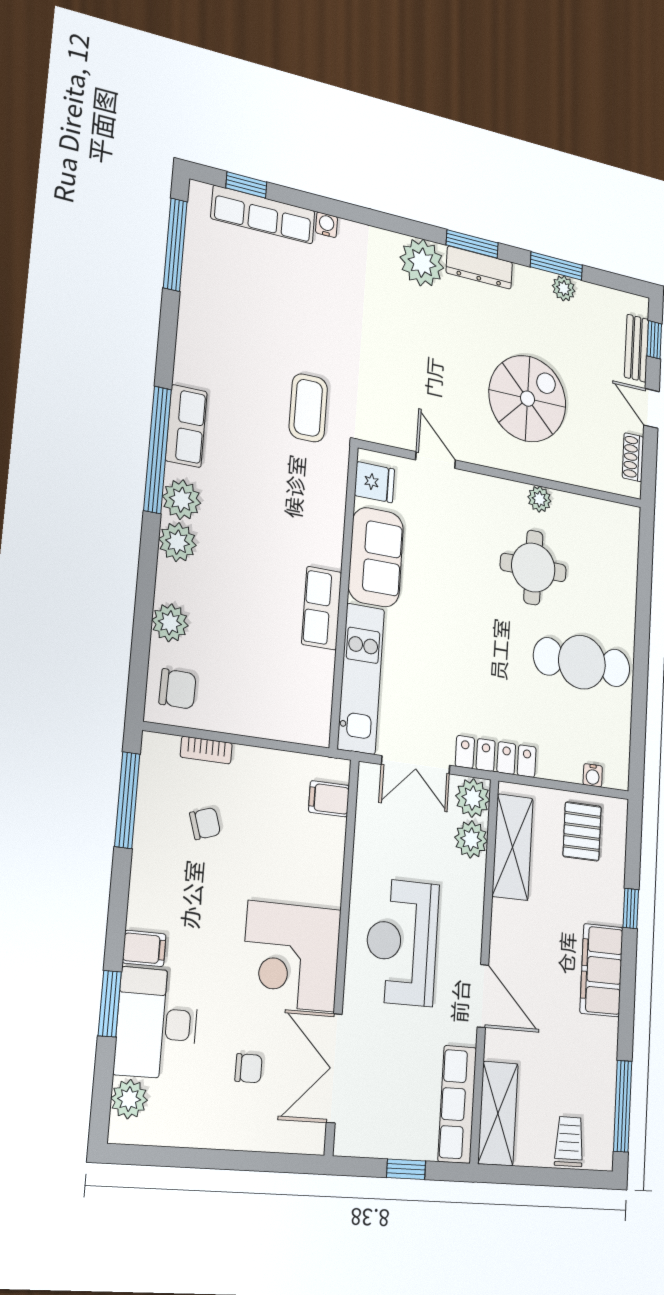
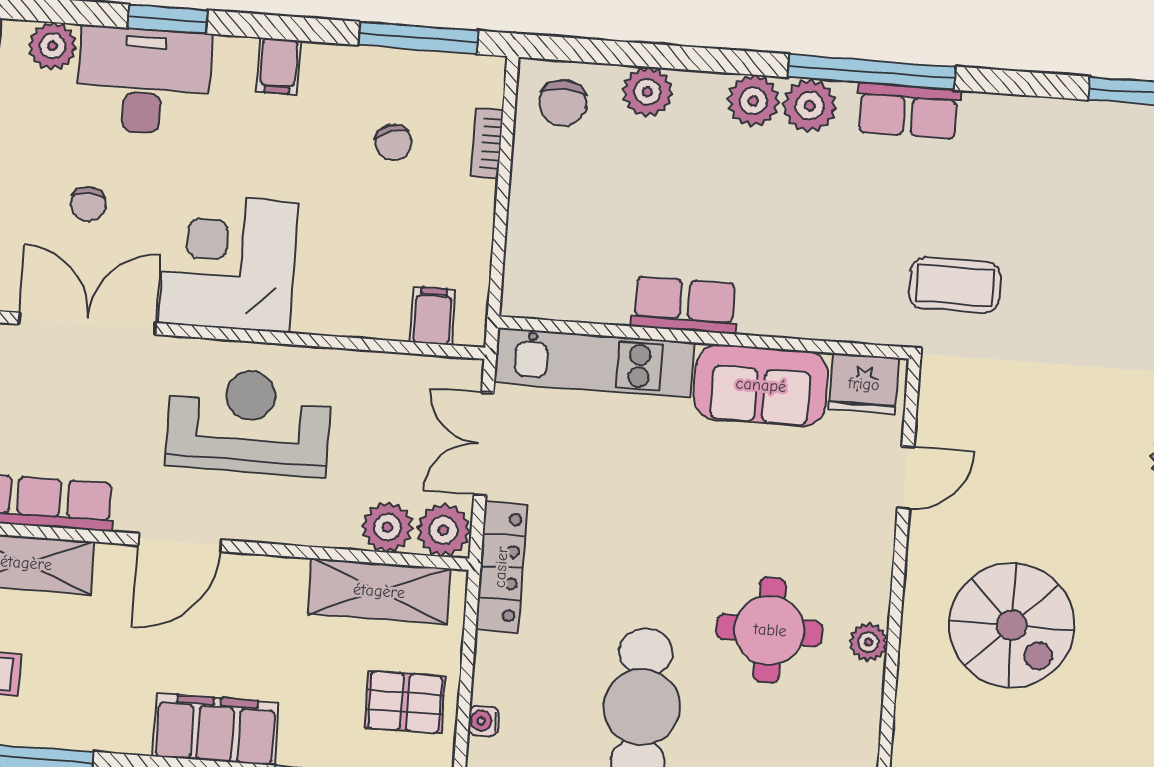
fridge: (374, 482) -> (864, 384), width x1.38
filing cabinet: (144, 948) -> (279, 66), moved

